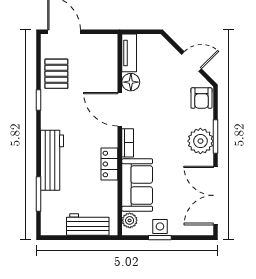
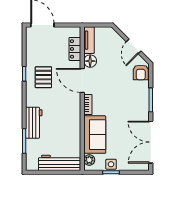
door: (192, 62) -> (134, 46), swing flipped
pallet: (56, 74) -> (43, 77), moved
plant: (200, 141) -> (140, 103), removed
workbench: (52, 160) -> (34, 123), width x0.73
locker: (109, 164) -> (75, 49), moved
workbench: (88, 225) -> (59, 163), width x1.38

